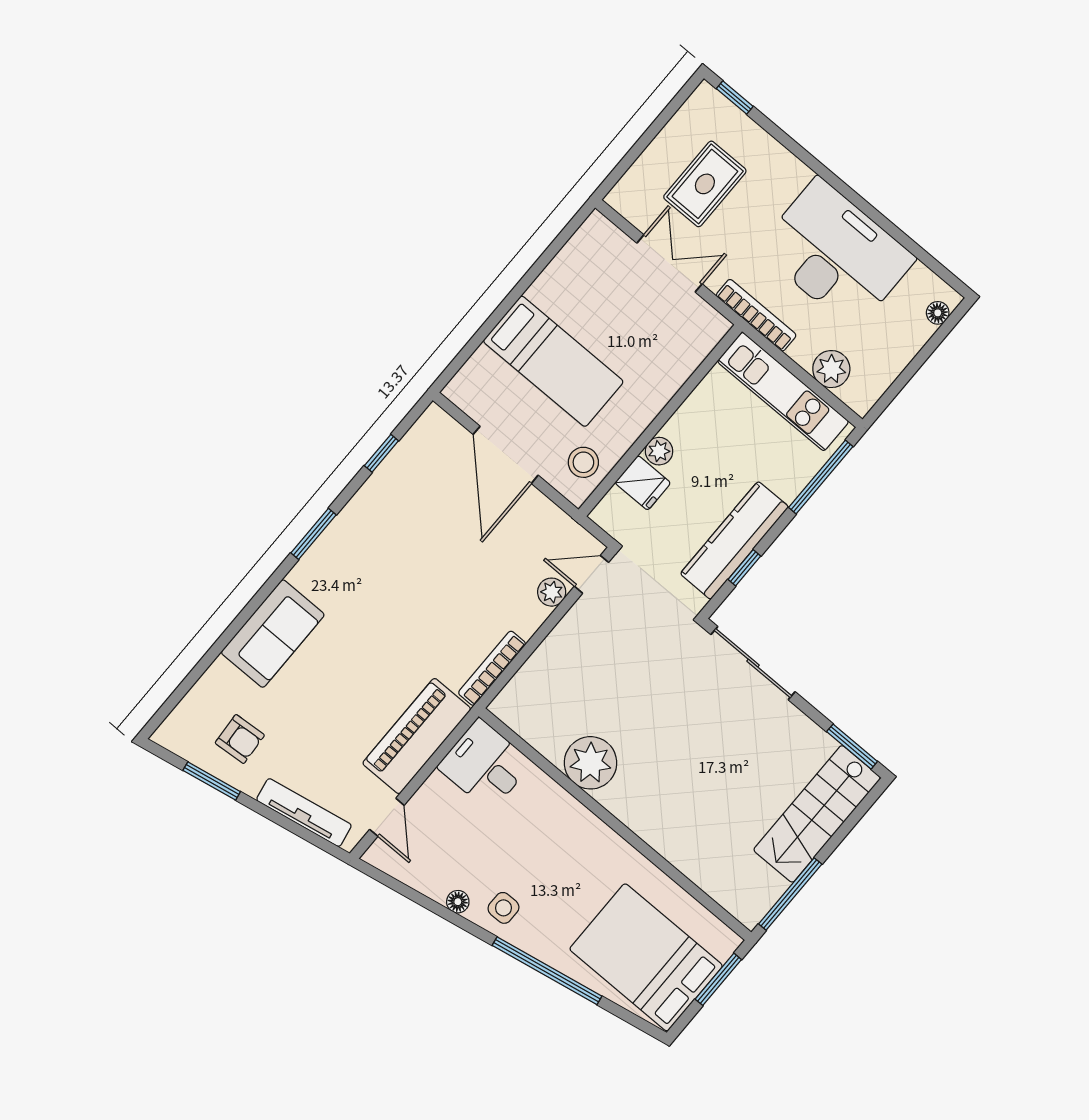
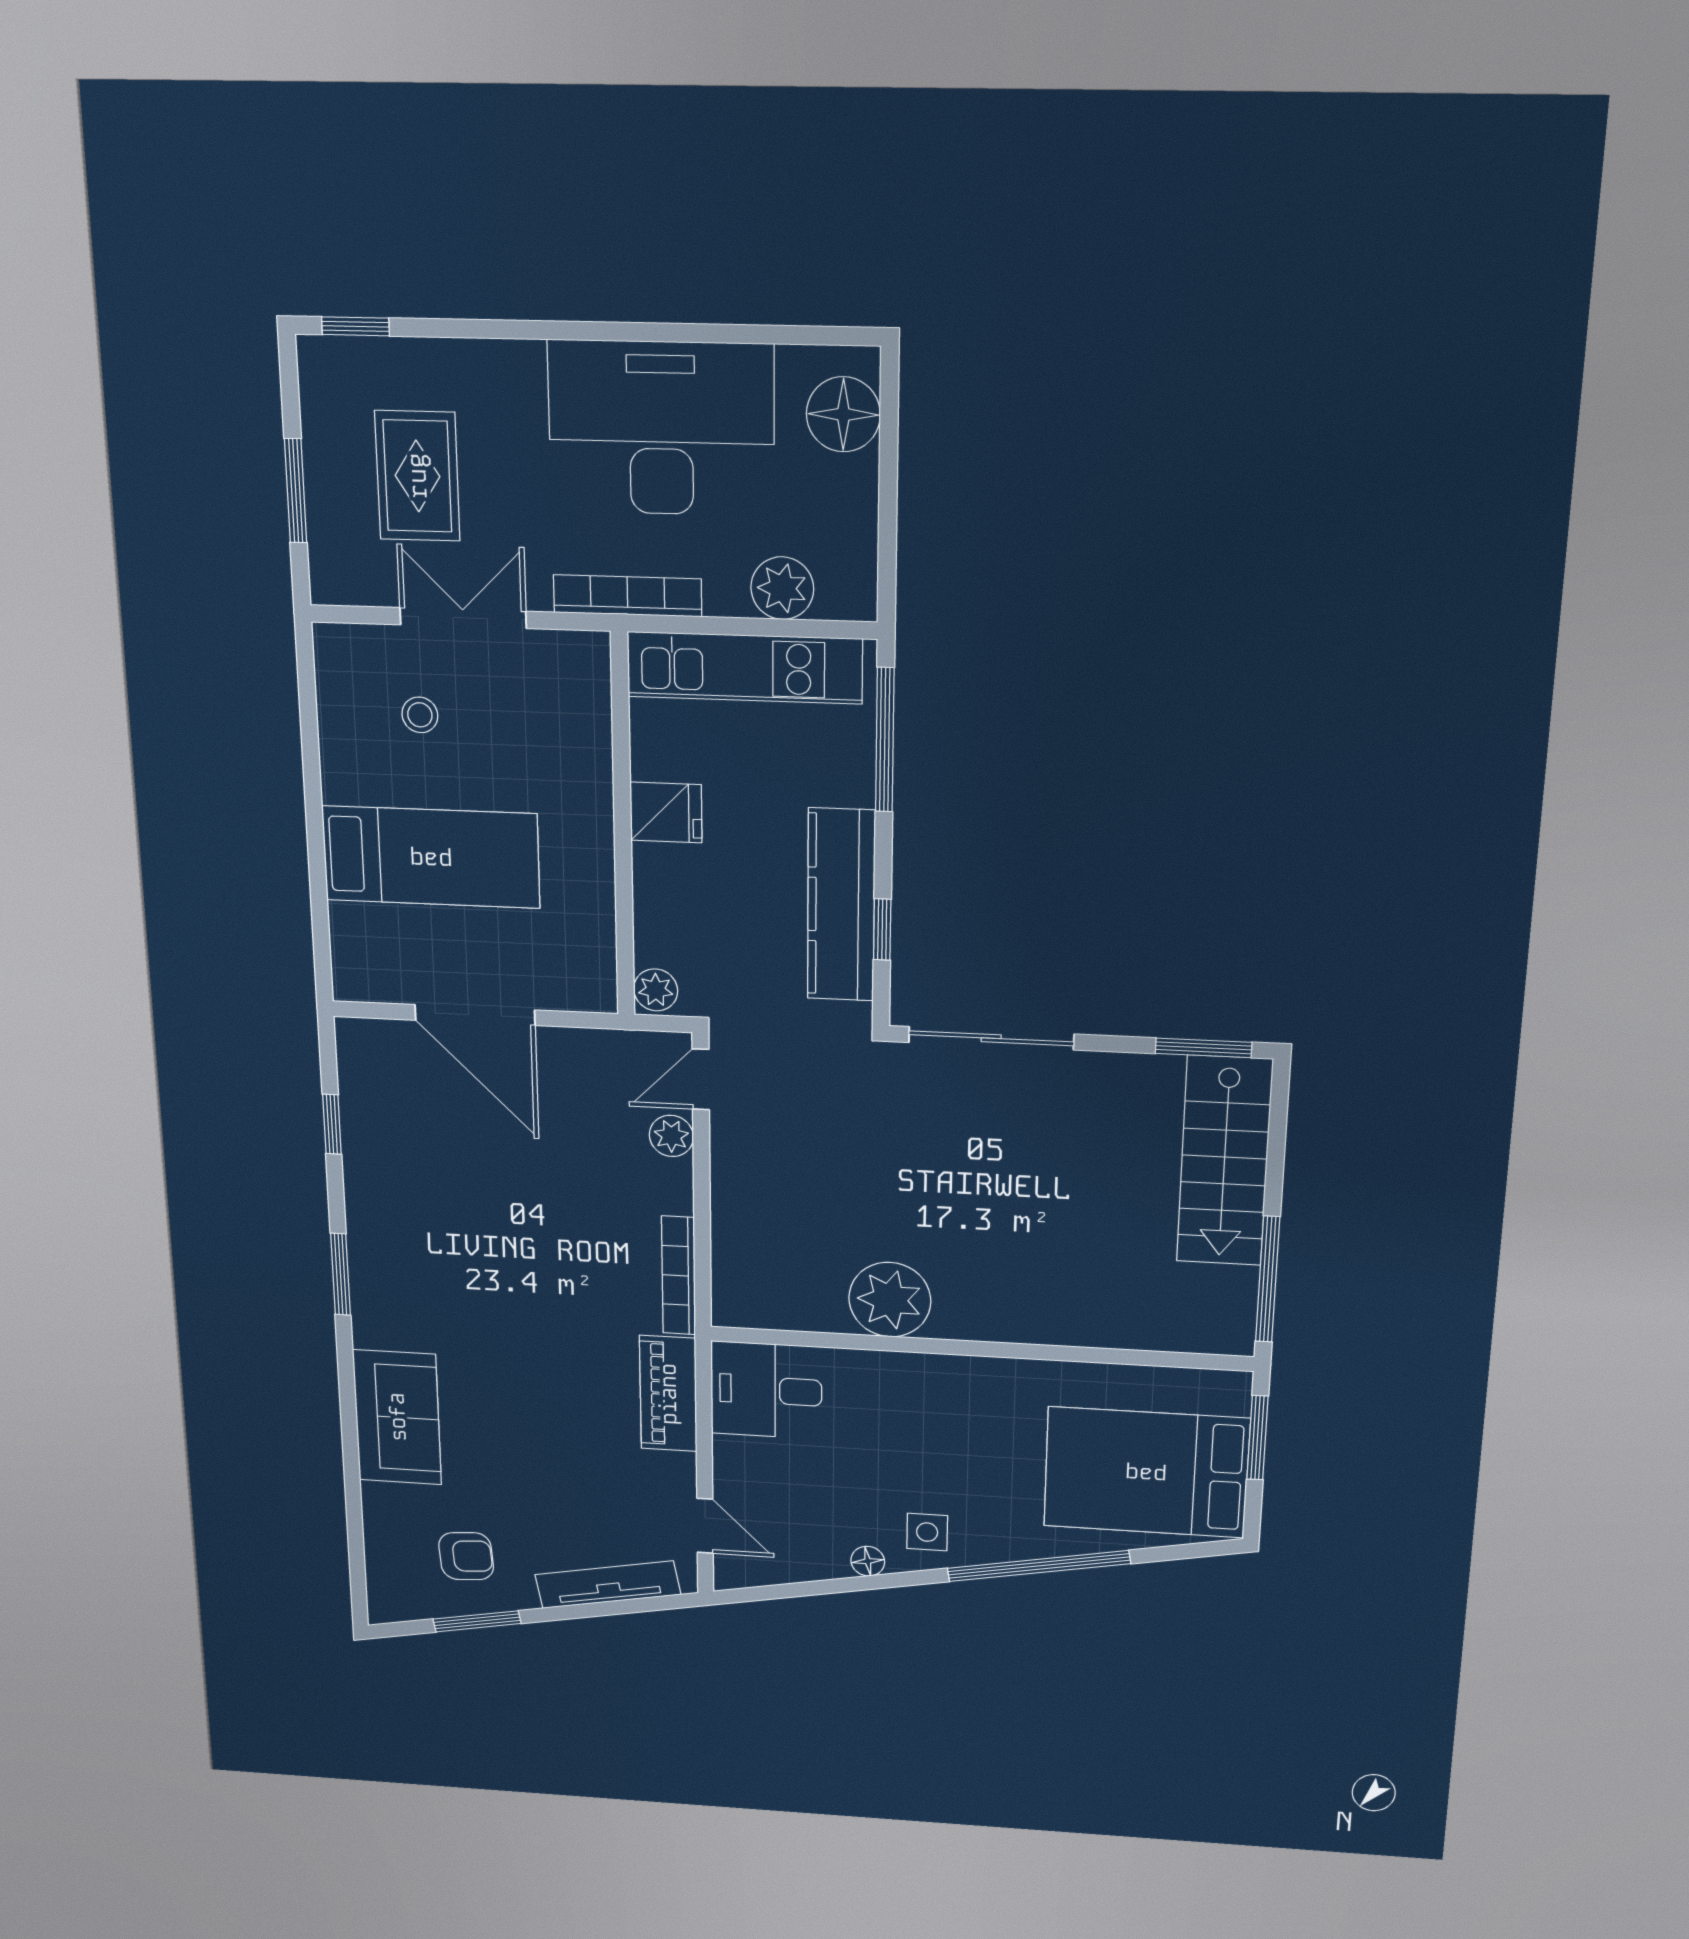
window: (642, 144) -> (296, 491), added
floor lamp: (938, 313) -> (843, 414), width x1.89, depth x1.89
plant: (659, 451) -> (656, 990), moved
stool: (583, 462) -> (420, 715), moved, width x0.73, depth x0.73
fridge: (643, 483) -> (666, 812), moved
piano: (417, 736) -> (668, 1394), width x0.73, depth x0.75

